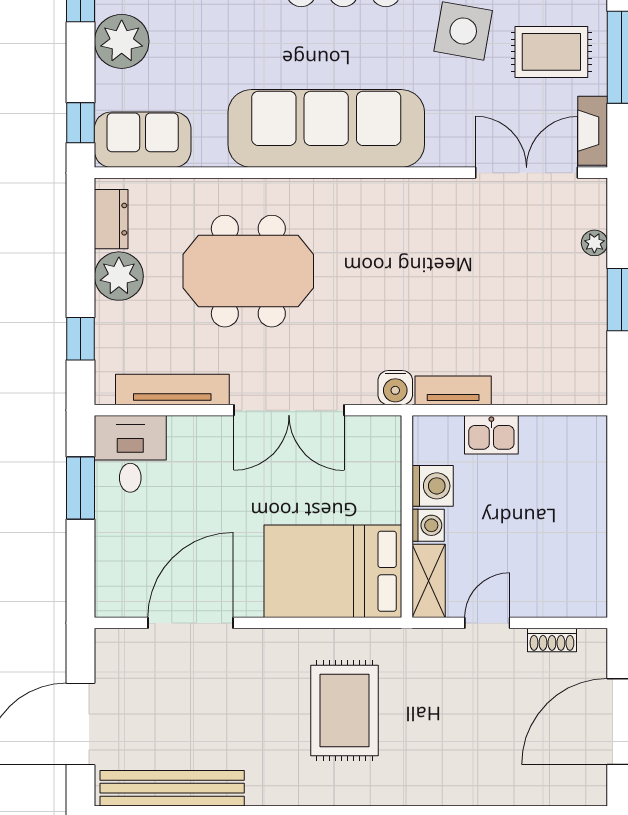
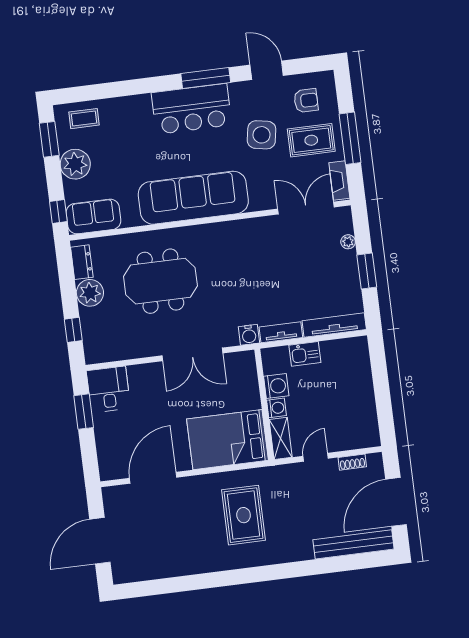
tv unit: (172, 389) -> (334, 325), moved
bench: (172, 788) -> (353, 544), moved

